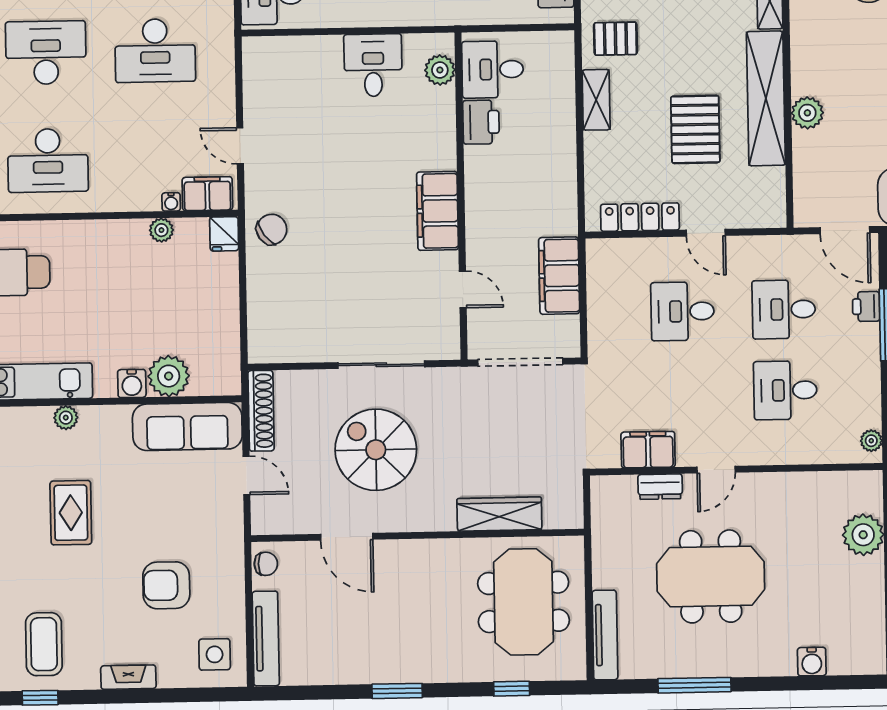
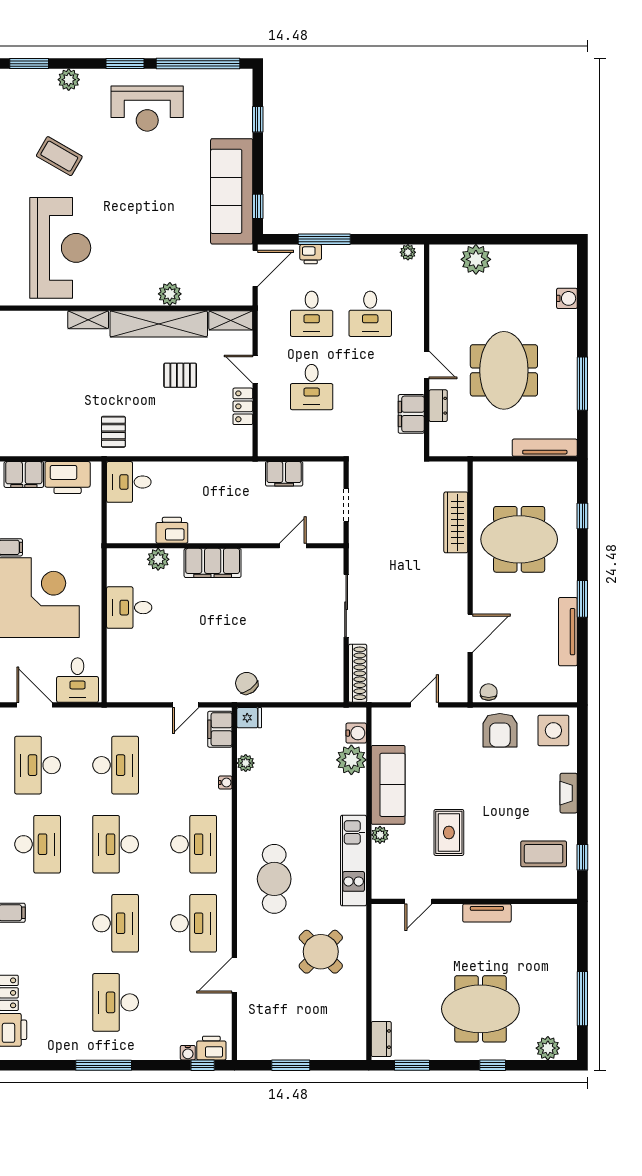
desk: (493, 69) -> (129, 482), moved, turned 90
plant: (440, 70) -> (158, 559), moved
shelving: (596, 100) -> (231, 320), moved
pallet: (695, 129) -> (180, 375), width x0.67, depth x0.71
water cooler: (171, 202) -> (225, 782), moved
filing cabinet: (438, 211) -> (213, 563), moved
locker: (640, 217) -> (243, 406), width x0.66
door: (706, 233) -> (255, 369), swing flipped
filing cabinet: (559, 276) -> (284, 474), width x0.67, depth x0.86
doorway: (520, 362) -> (346, 505), width x0.53
water cooler: (132, 383) -> (356, 733), moved
shoe rack: (261, 411) -> (358, 673), moved, turned 90
sofa: (187, 427) -> (388, 785), moved
spiral stairs: (376, 450) -> (408, 611), removed
rug: (71, 513) -> (449, 832), turned 90
armchair: (166, 585) -> (500, 730), moved
meeting table: (524, 602) -> (519, 539), moved
tv unit: (266, 639) -> (568, 632), moved, turned -90
side table: (215, 654) -> (553, 730), width x1.37, depth x1.37

